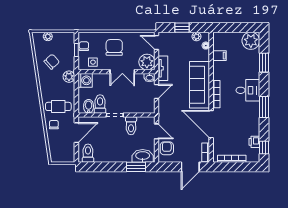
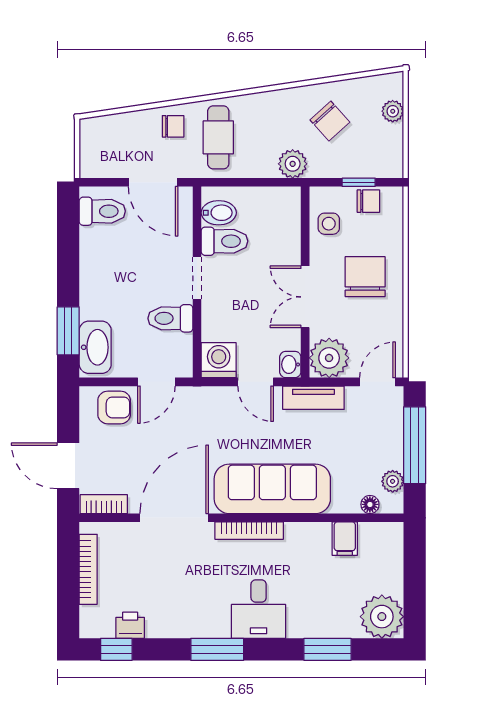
window: (182, 28) -> (415, 445), width x2.17
chair: (114, 47) -> (365, 277), turned -90
washing machine: (85, 80) -> (219, 360), moved, turned 180

